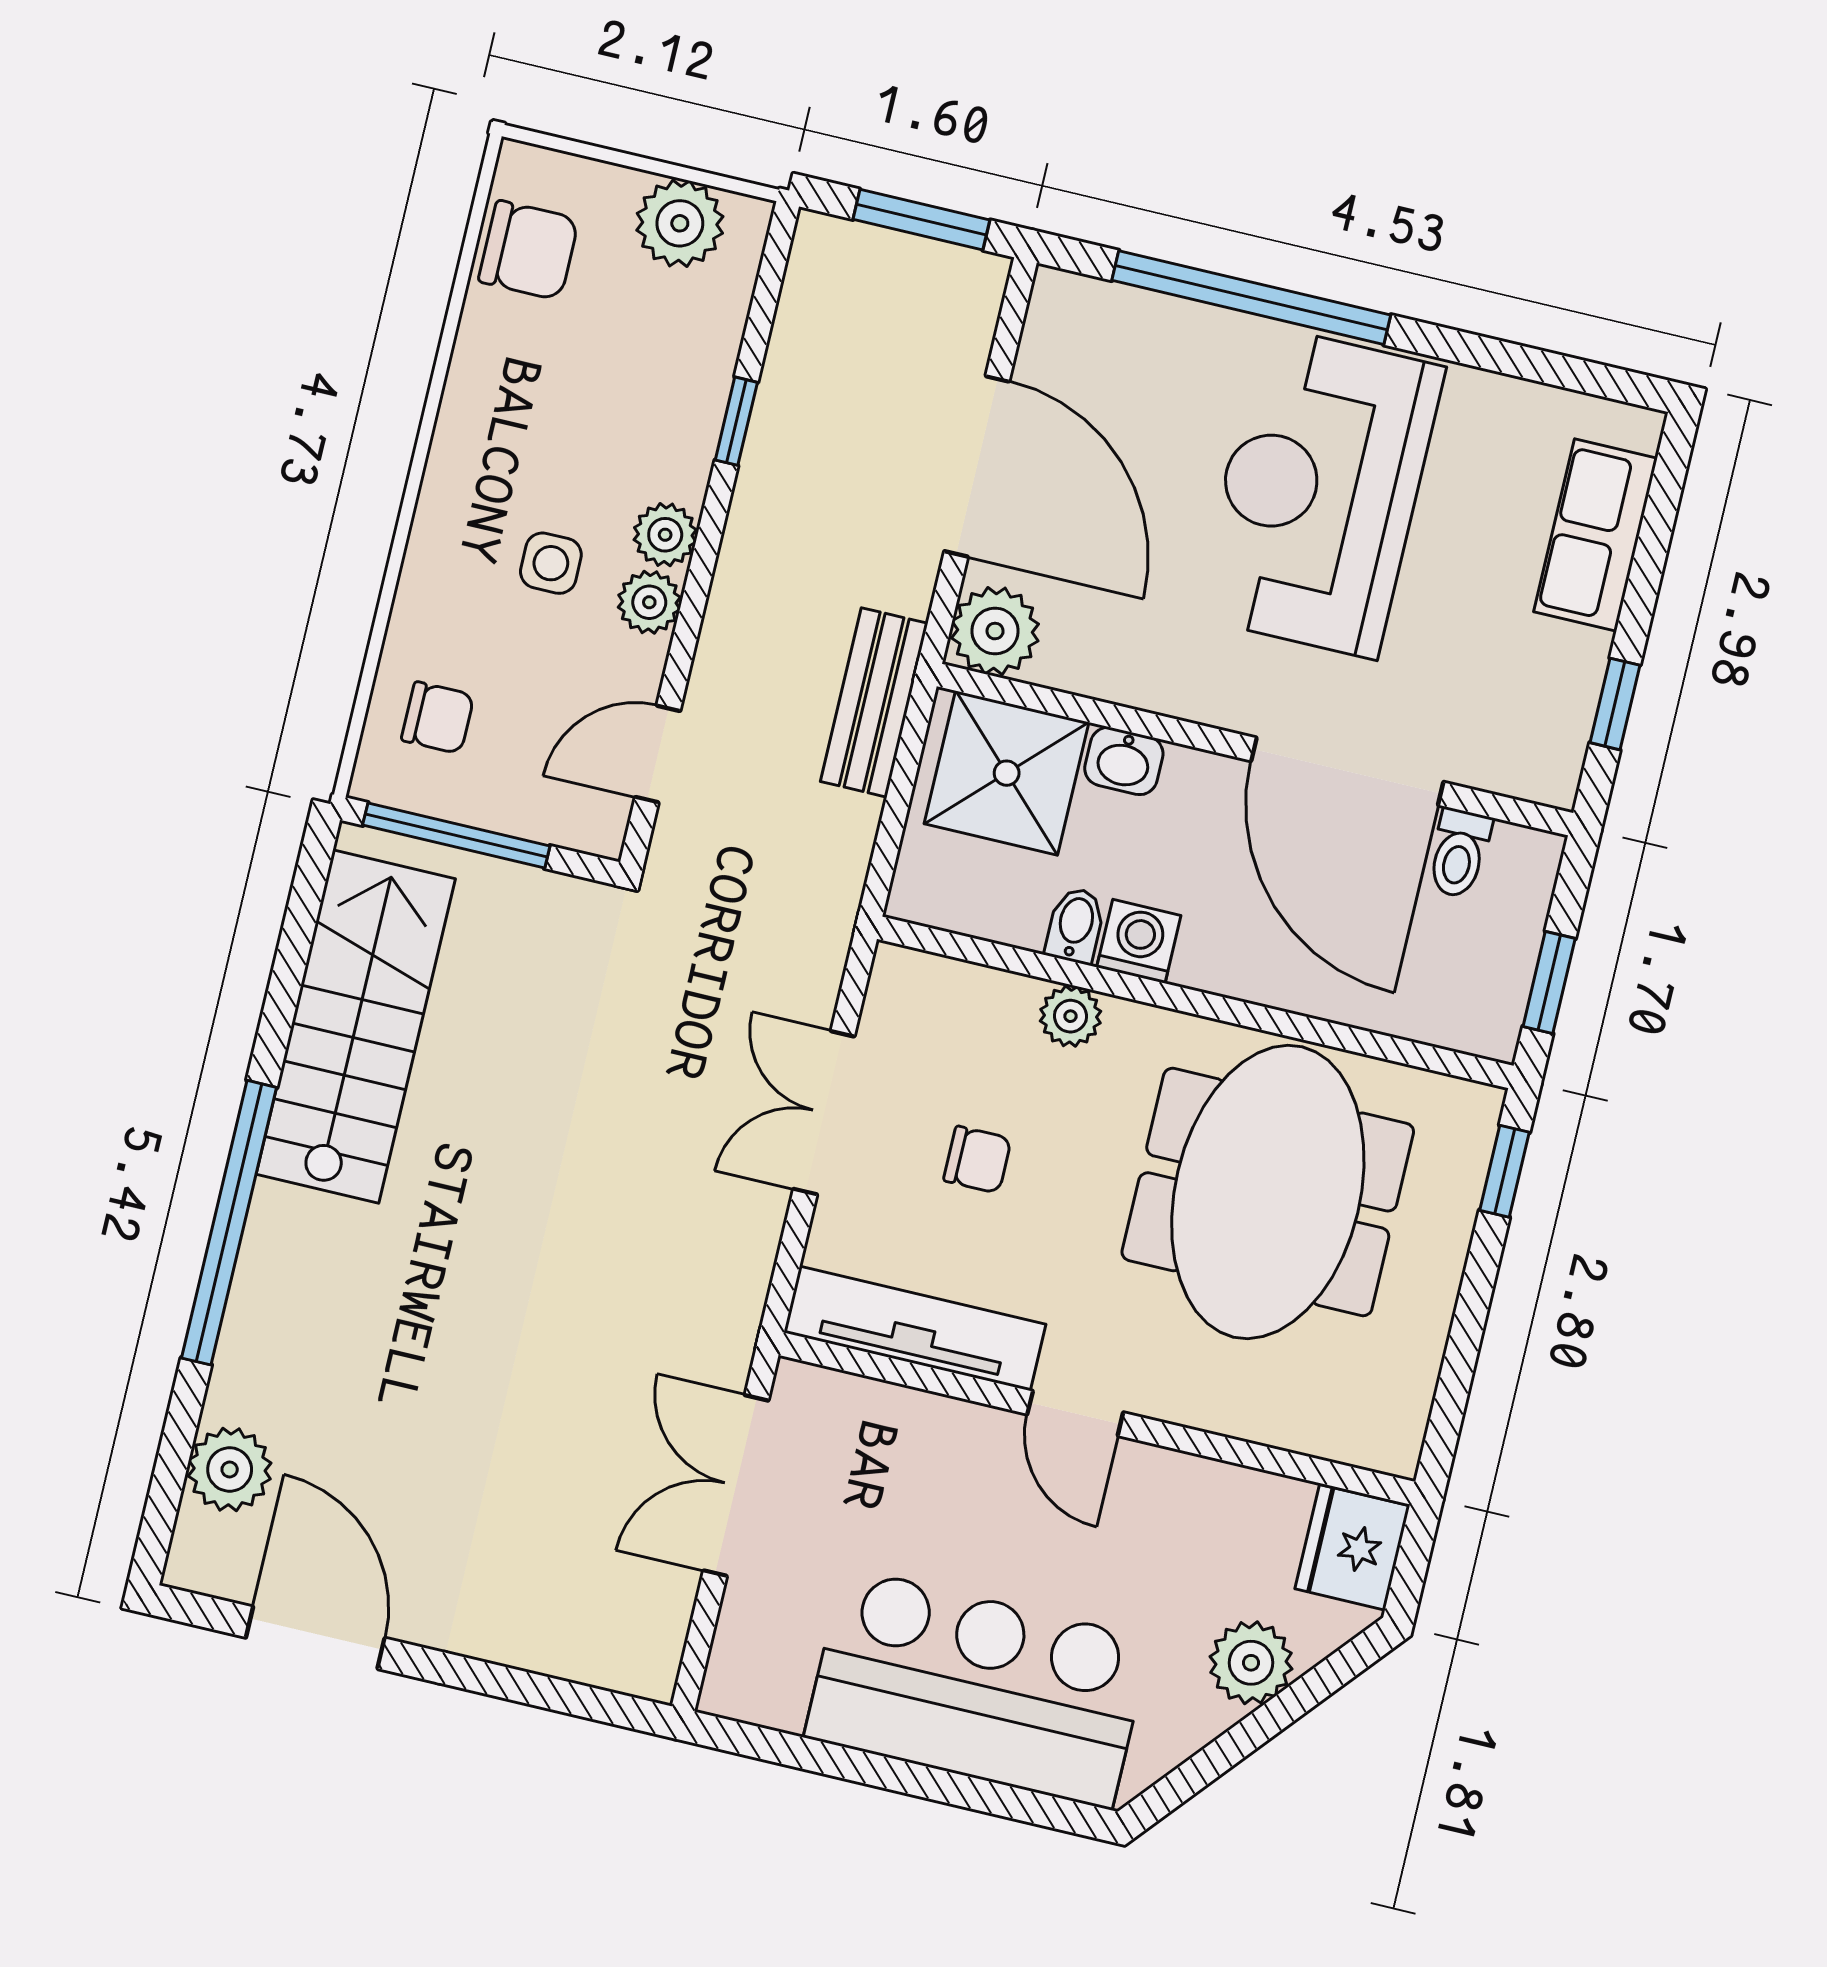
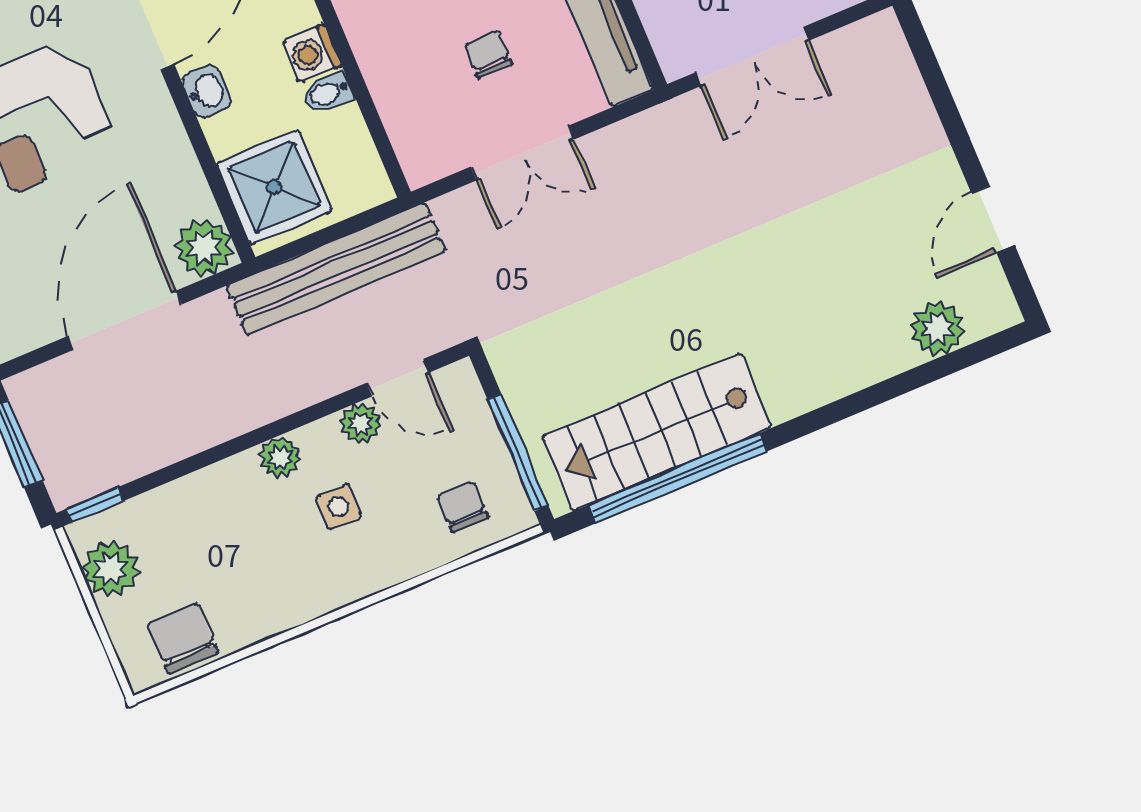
window: (736, 421) -> (95, 505), moved
plant: (649, 602) -> (361, 424), moved
bench: (874, 702) -> (336, 269), width x1.86, depth x1.21
washbasin: (1124, 761) -> (207, 91), moved
plant: (1070, 1016) -> (377, 61), removed
window: (229, 1223) -> (678, 478), moved
door: (315, 1638) -> (993, 219), width x0.73

